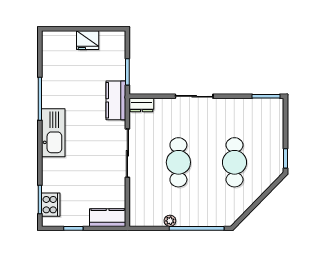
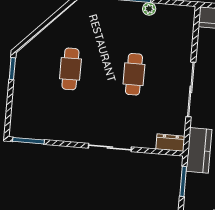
cafe table: (178, 162) -> (134, 74), width x0.73, depth x0.74
cafe table: (234, 162) -> (70, 69), width x0.73, depth x0.74

